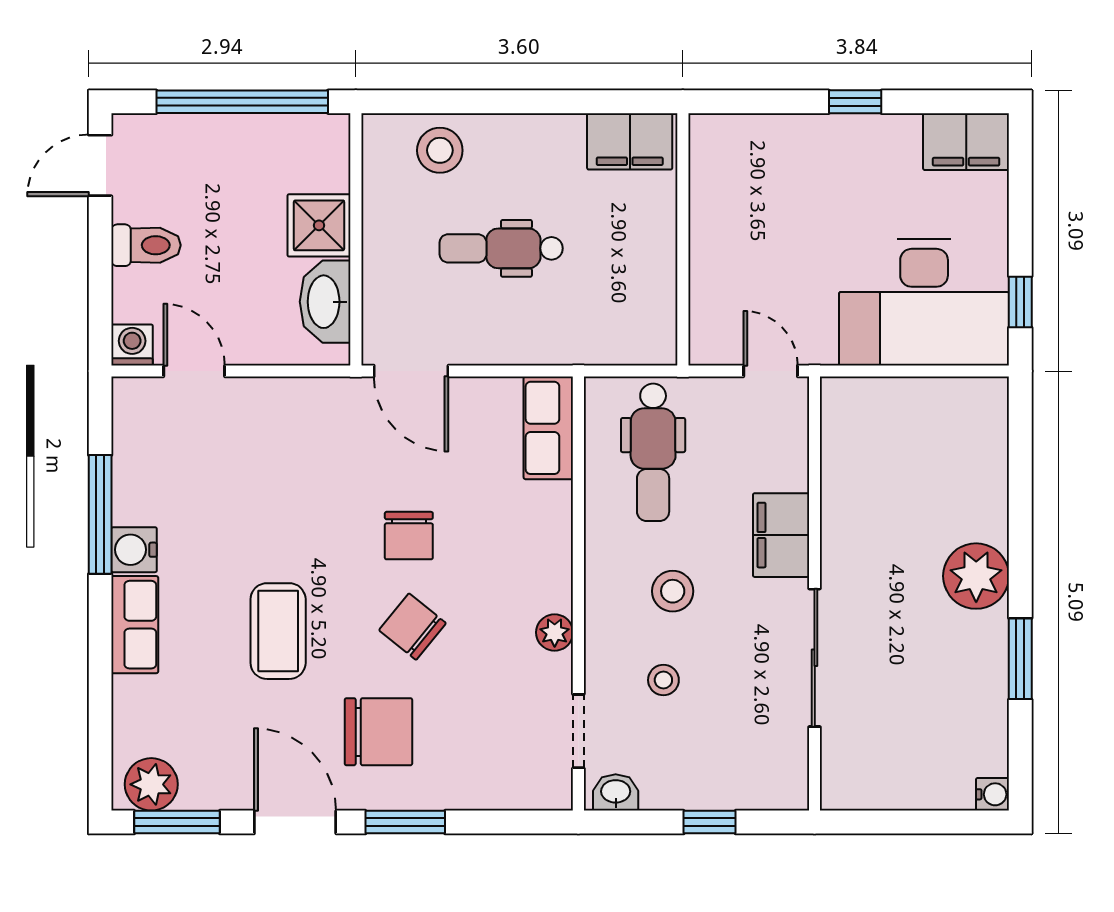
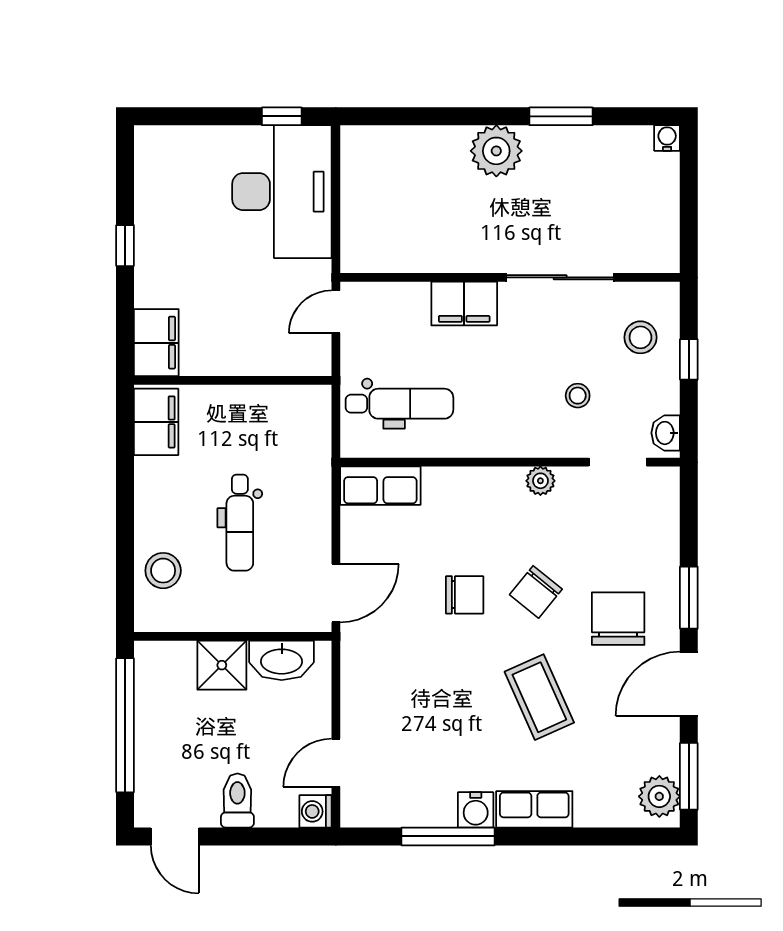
filing cabinet: (966, 142) -> (156, 343), moved
stool: (673, 591) -> (640, 337), moved
coffee table: (278, 631) -> (539, 697), turned 66

